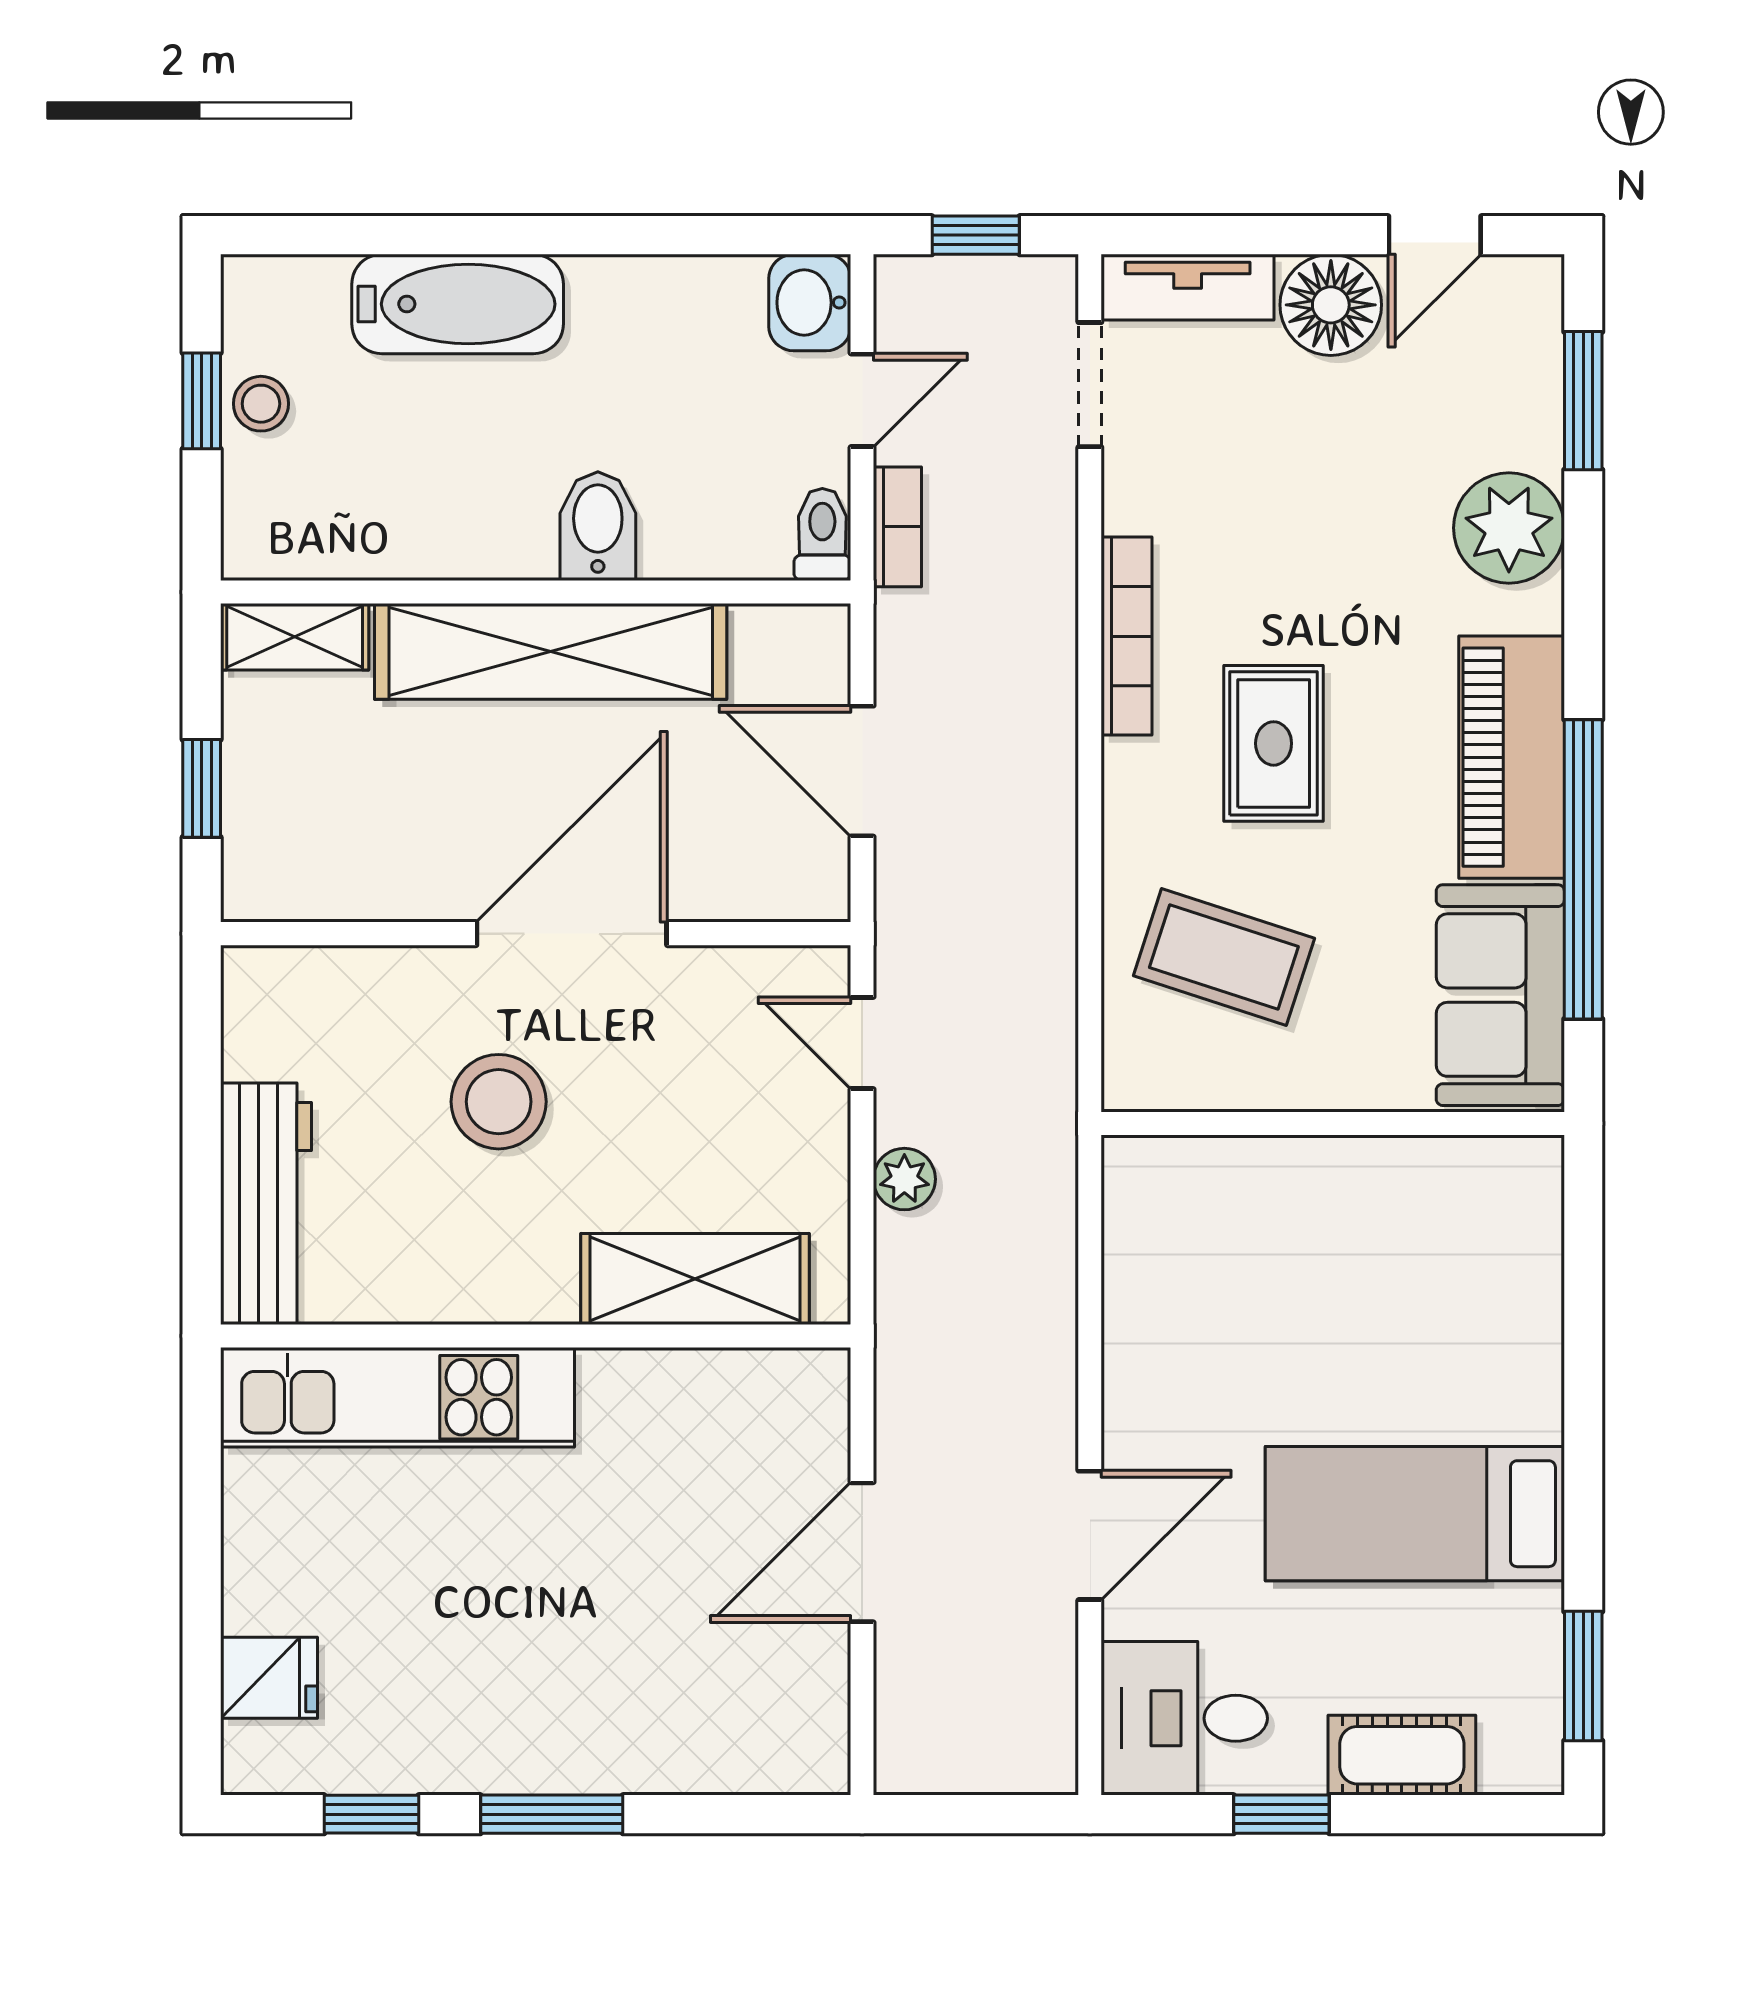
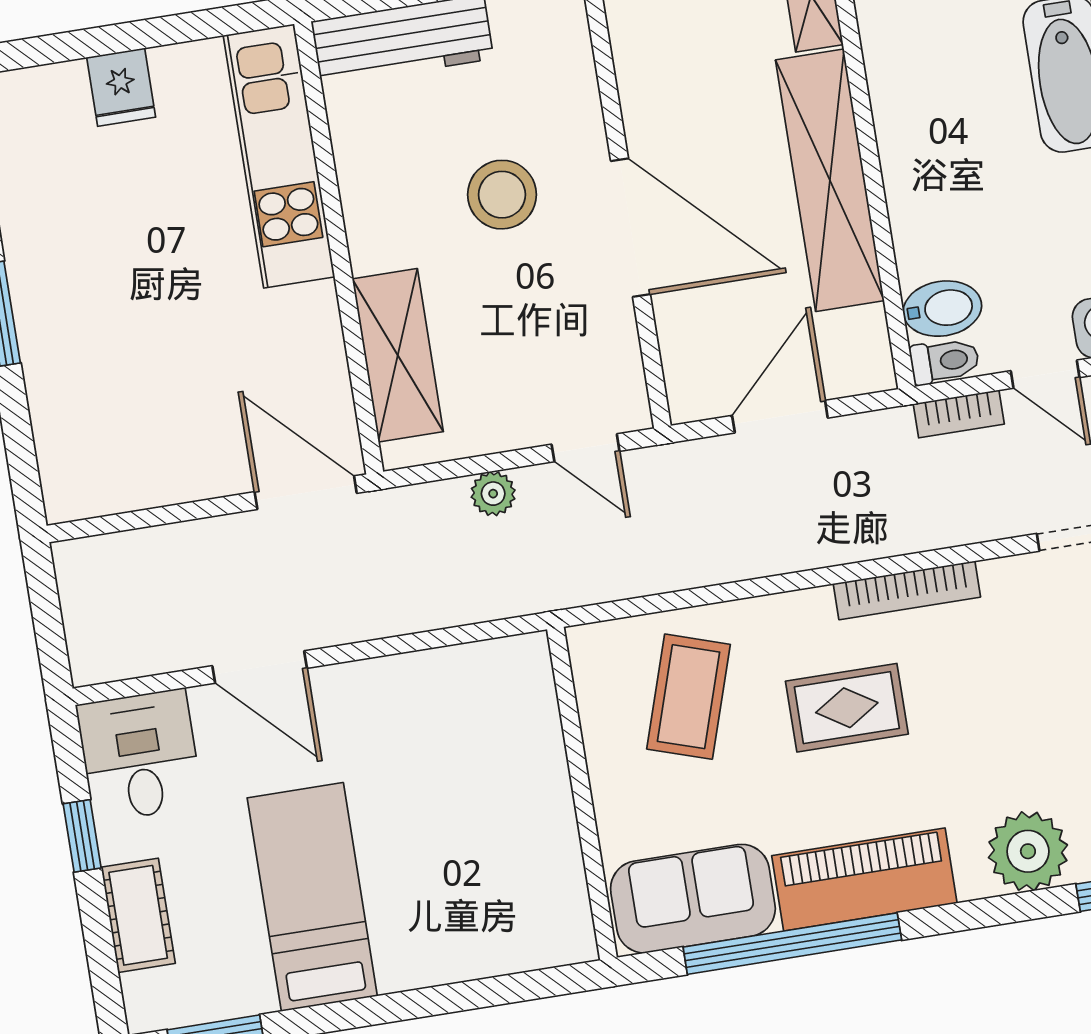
bidet: (598, 526) -> (942, 309), moved
door: (862, 1043) -> (586, 448), swing flipped
door: (862, 1552) -> (306, 493), moved
fridge: (269, 1678) -> (121, 87), moved

